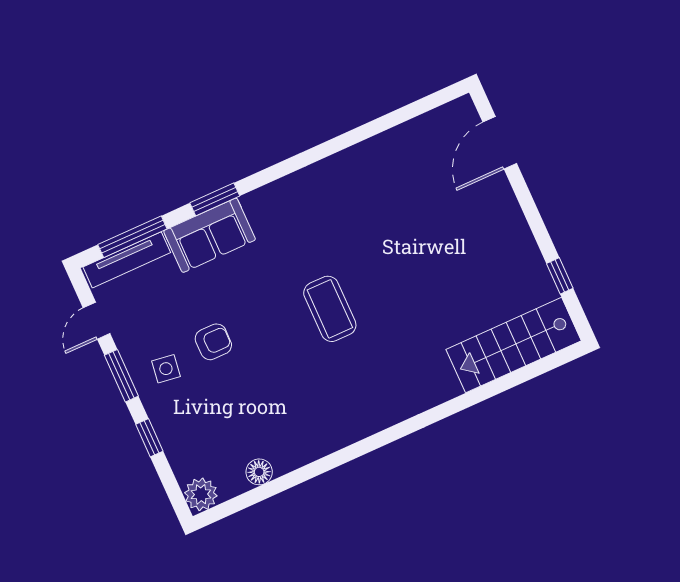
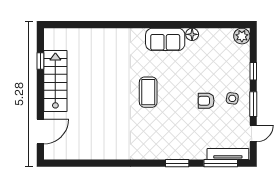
sofa: (210, 235) -> (165, 39), moved, turned 180
stairs: (514, 345) -> (55, 81), moved, turned -90
floor lamp: (259, 472) -> (192, 34), moved

